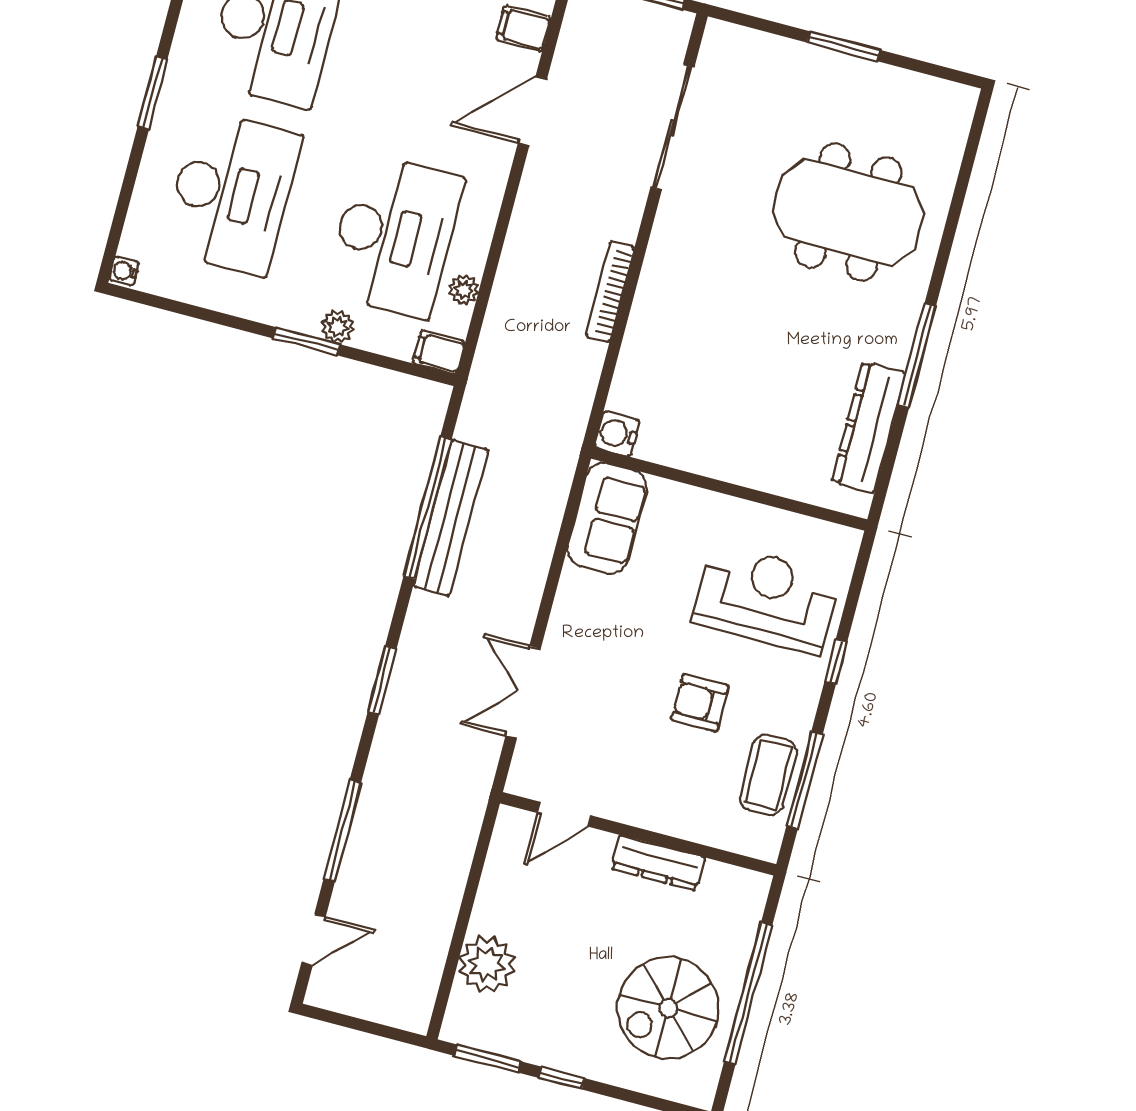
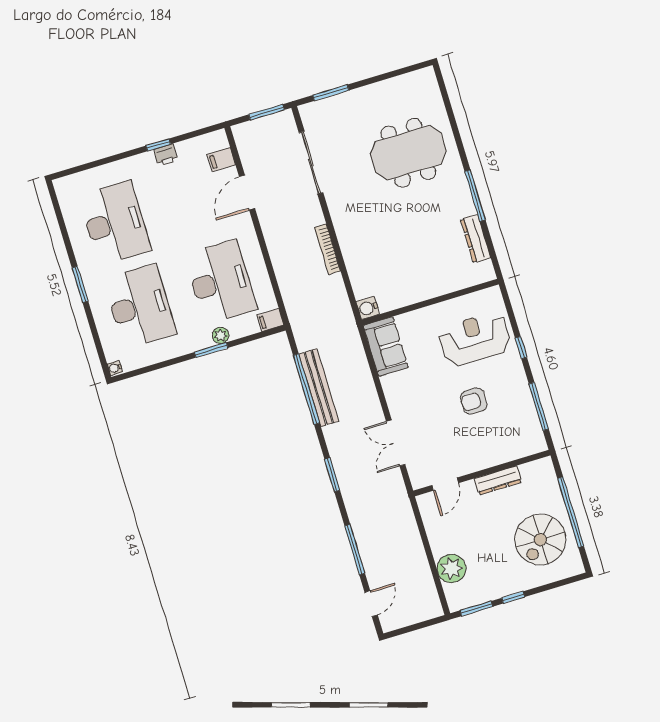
window: (844, 46) -> (331, 93), moved
plant: (464, 290) -> (265, 287), removed
dresser: (869, 428) -> (476, 239), width x0.73, depth x0.80
coffee table: (768, 775) -> (522, 414), removed

